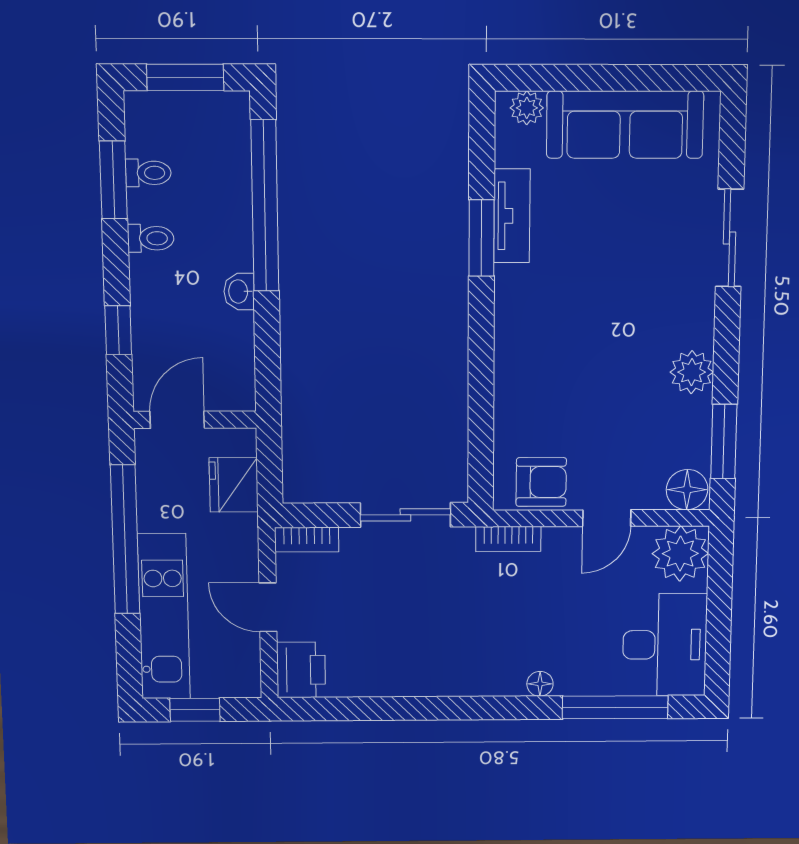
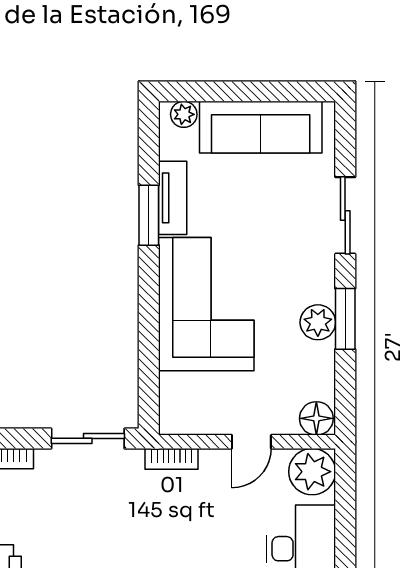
corner sofa: (553, 350) -> (206, 304), added
window: (724, 441) -> (345, 319), moved
armchair: (541, 482) -> (198, 412), removed

